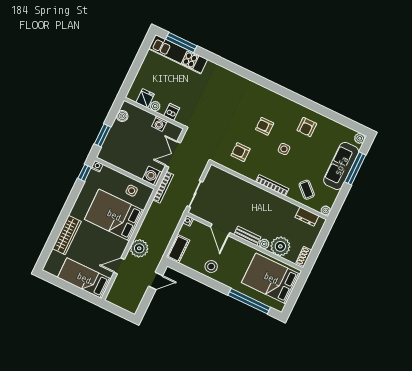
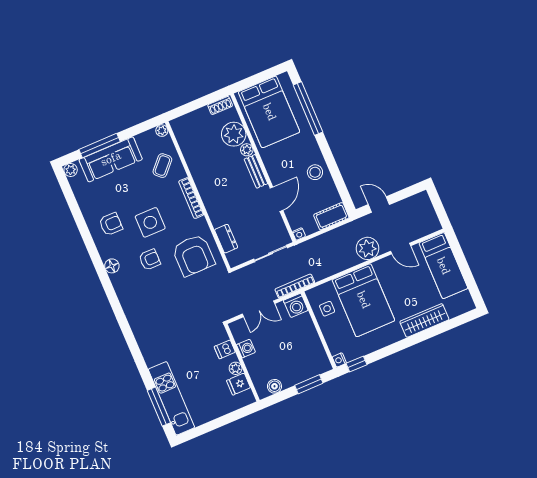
floor lamp: (284, 102) -> (112, 266), added
armchair: (265, 126) -> (150, 260), turned -90
side table: (284, 149) -> (150, 222), width x1.87, depth x1.87
armchair: (241, 152) -> (193, 255), width x1.88, depth x1.88
dresser: (307, 217) -> (226, 239), moved

